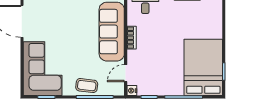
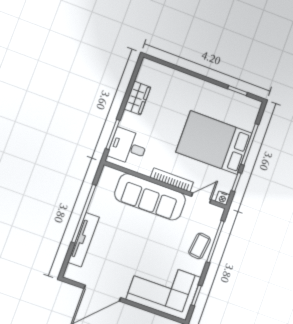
bookcase: (132, 38) -> (172, 180), width x1.56
bed: (203, 67) -> (214, 143), moved
door: (126, 73) -> (201, 198), swing flipped

